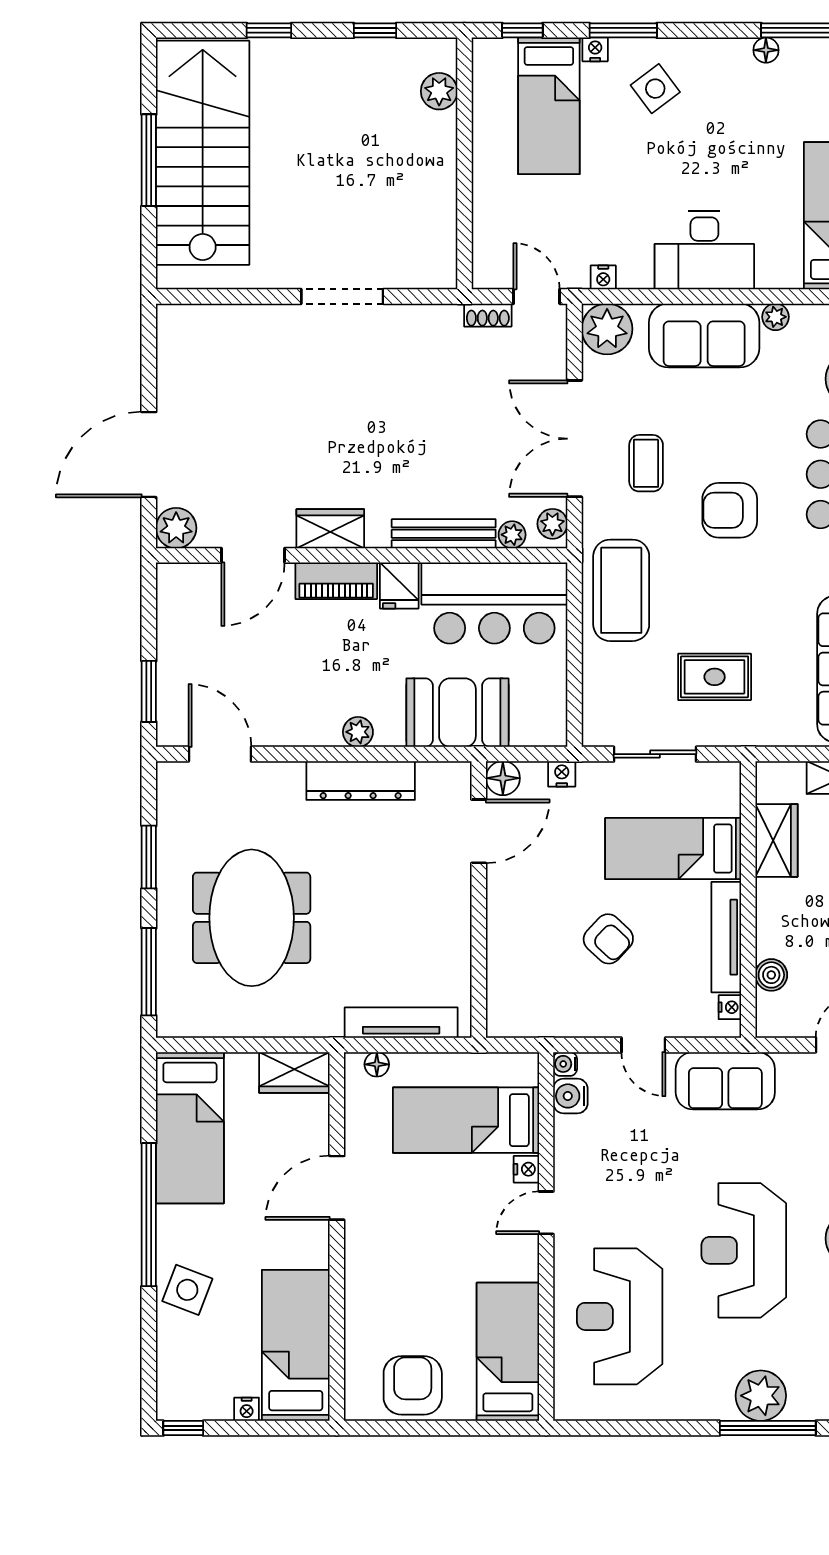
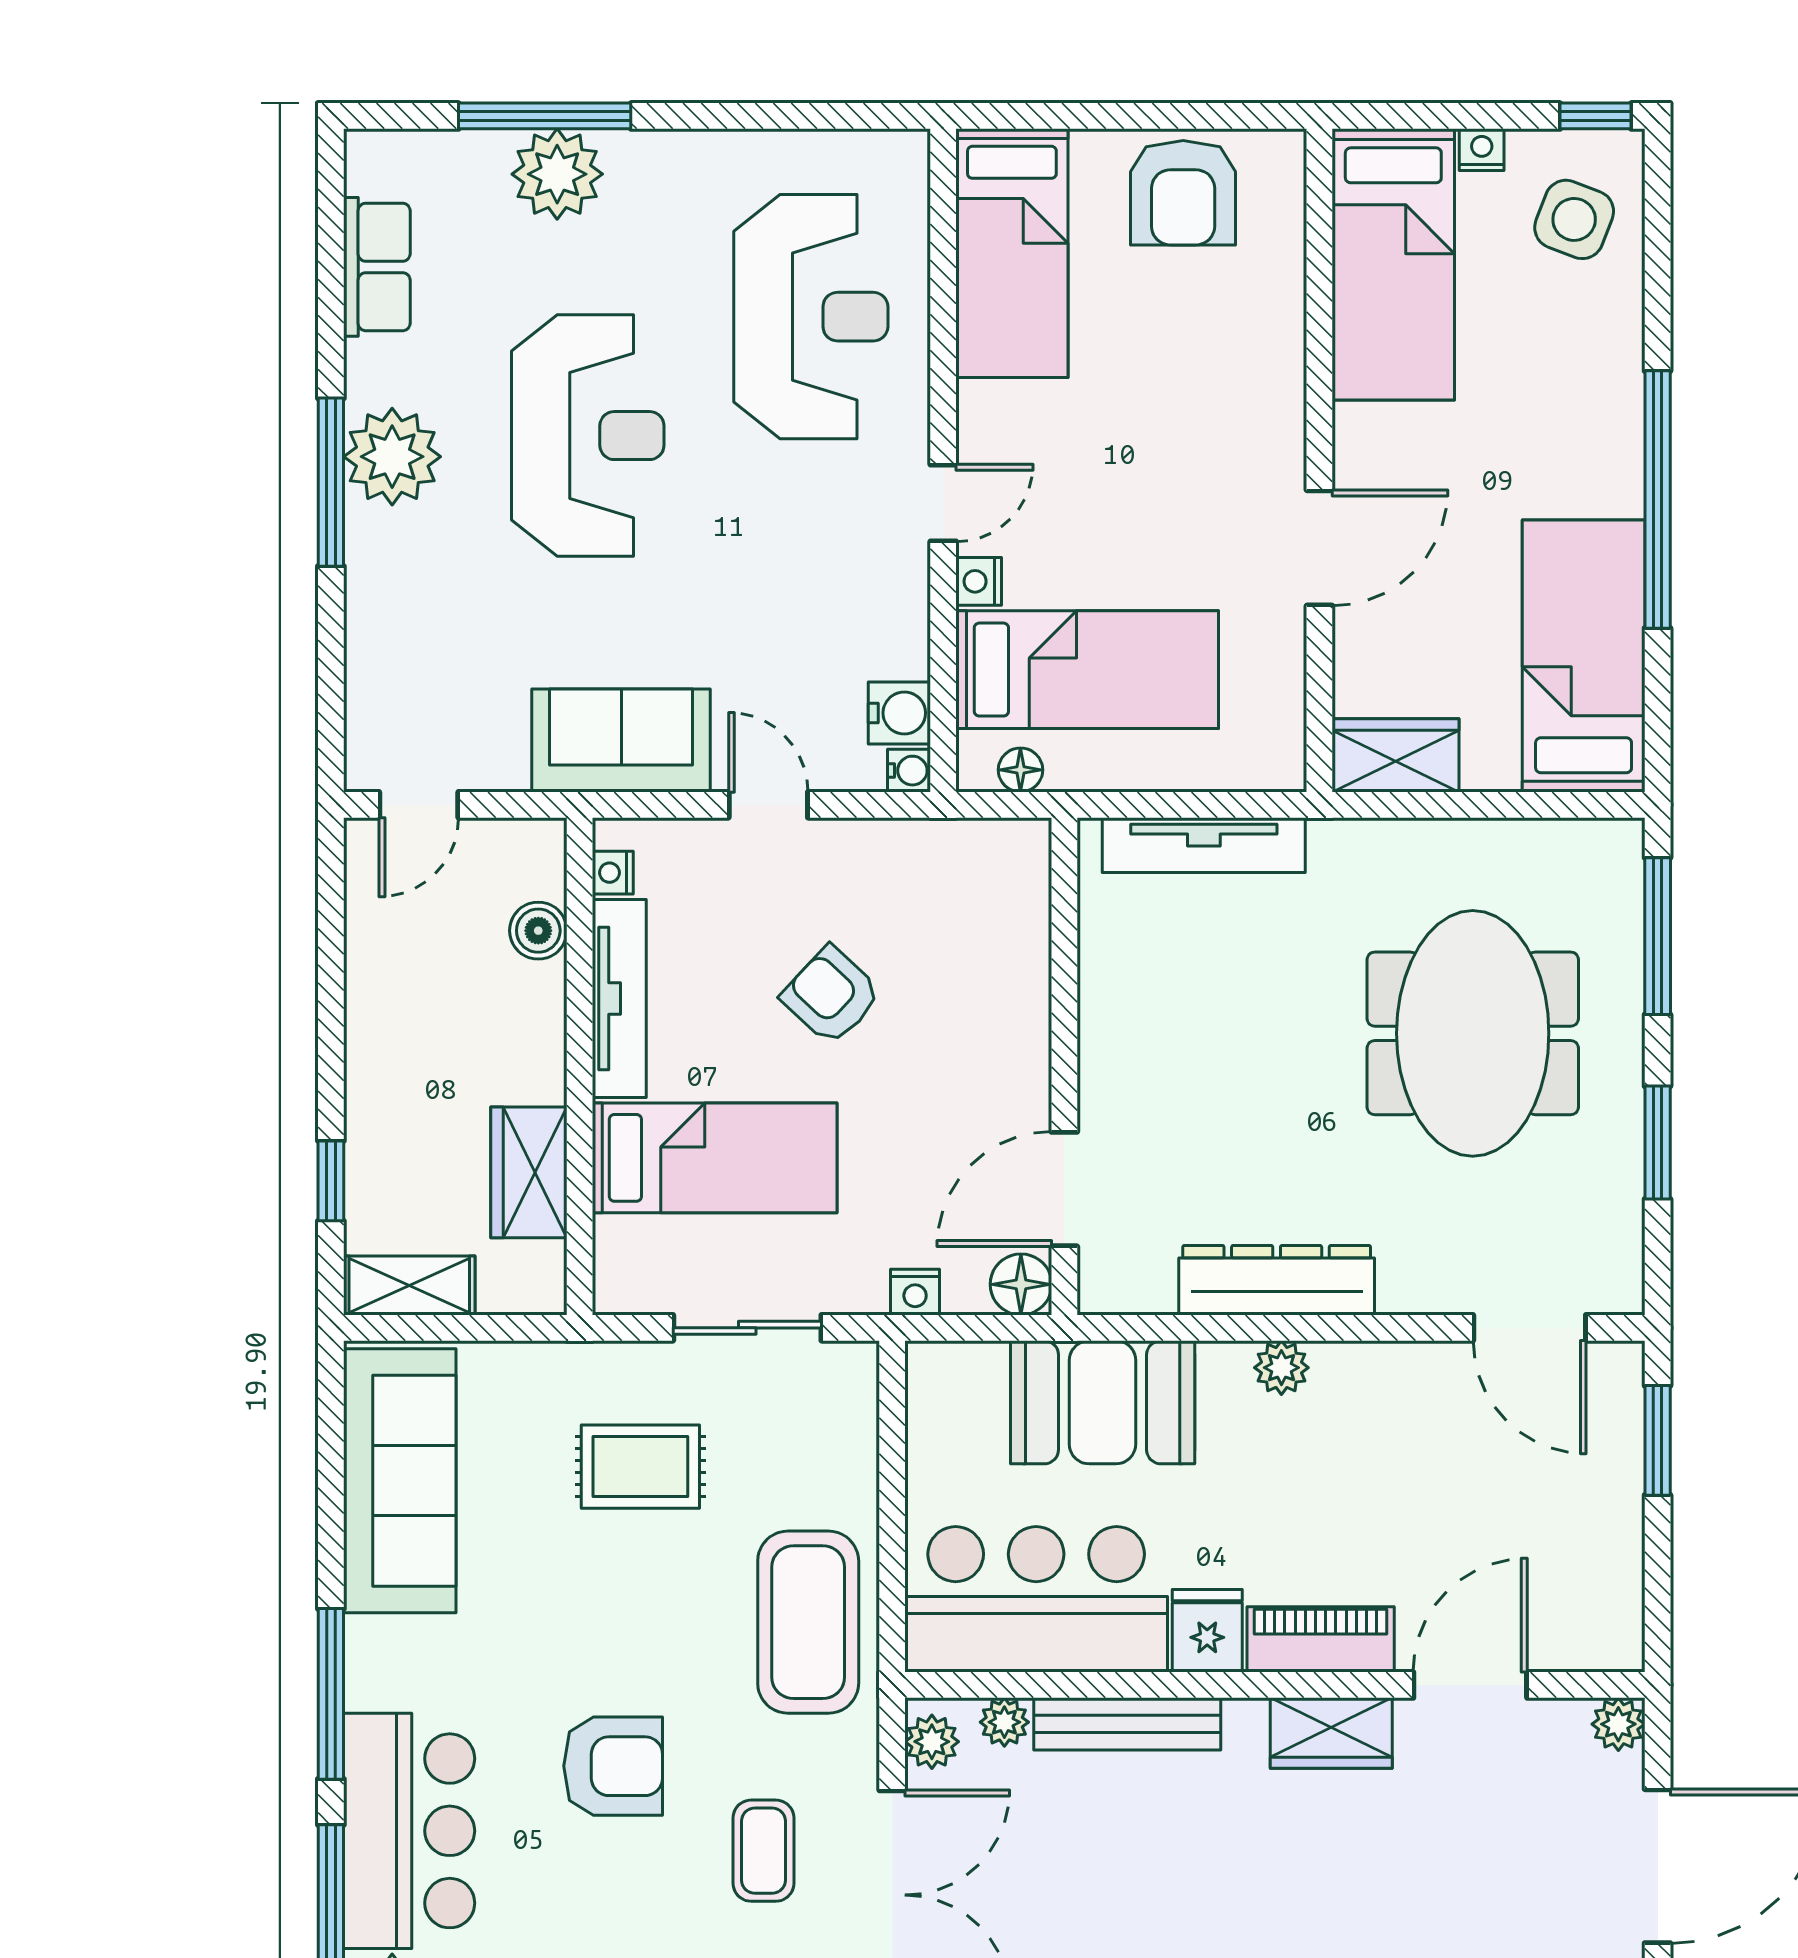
plant: (176, 528) -> (1618, 1724), width x0.73, depth x0.73
floor lamp: (377, 1064) -> (1020, 770), moved
side table: (187, 1290) -> (1574, 219), moved

